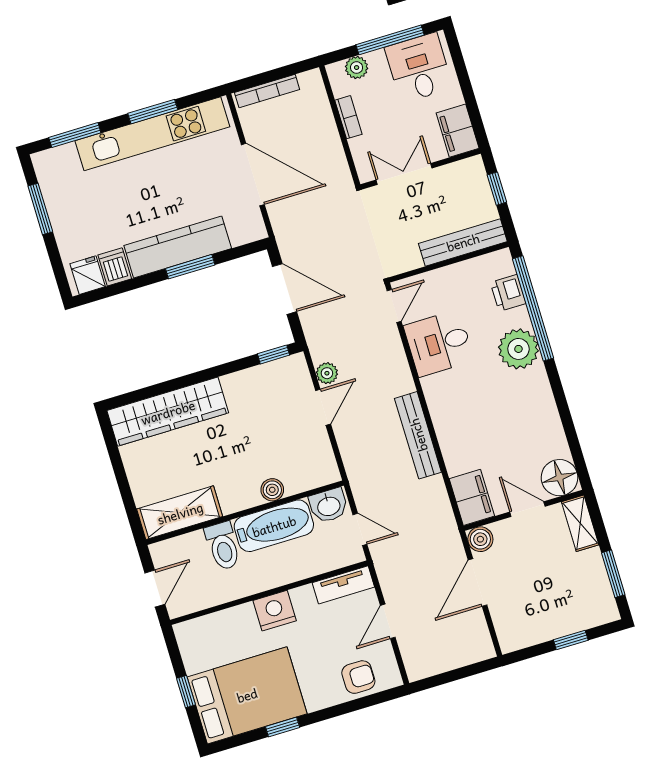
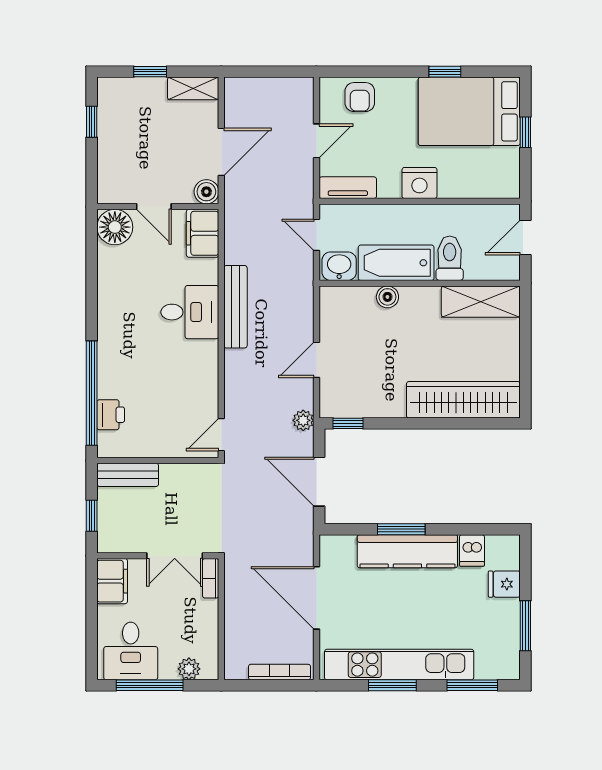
bookcase: (348, 117) -> (211, 578), moved
bench: (463, 242) -> (128, 475), width x0.73
fridge: (88, 275) -> (504, 584), moved, turned 90
desk: (439, 343) -> (190, 312), moved
plant: (518, 349) -> (117, 359), removed
plant: (327, 373) -> (303, 420), moved
shelving: (580, 523) -> (193, 88), moved, turned 90
window: (613, 574) -> (92, 122), width x0.67
armchair: (358, 677) -> (360, 97), turned -90

